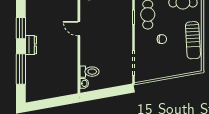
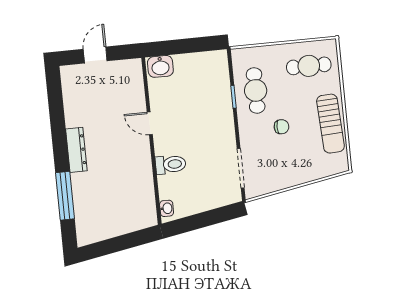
window: (21, 28) -> (59, 132), removed
dresser: (31, 45) -> (76, 150), width x1.44
toilet: (90, 72) -> (171, 164), moved

